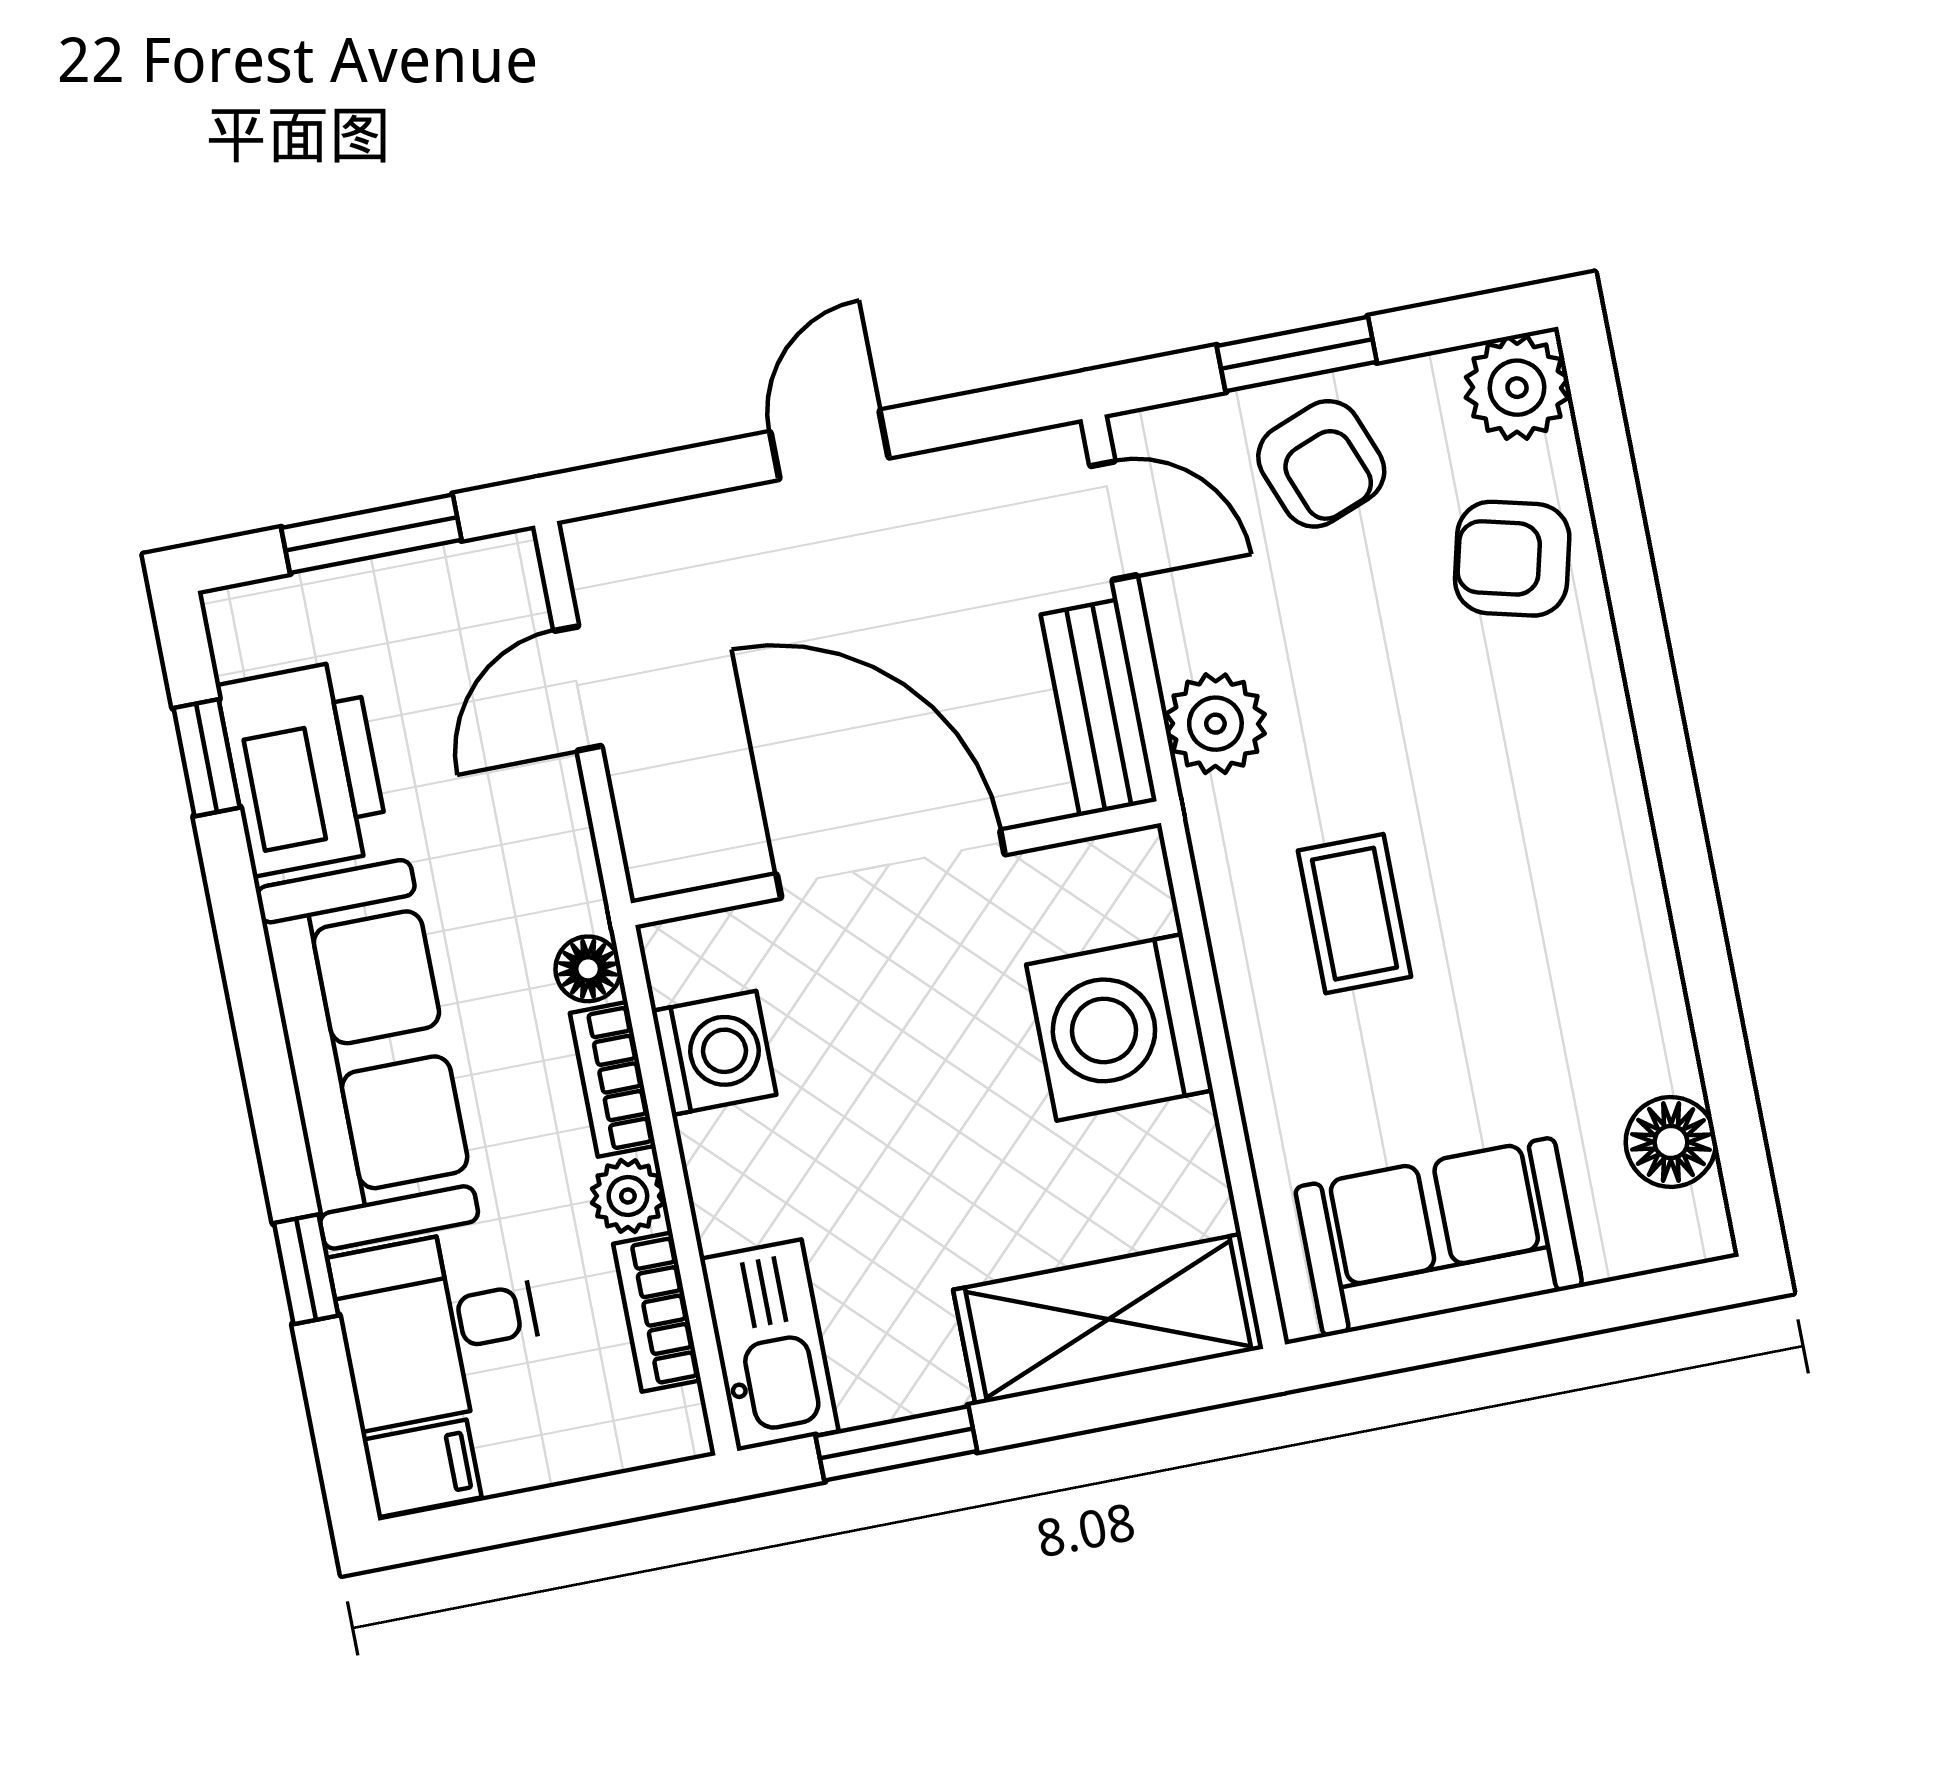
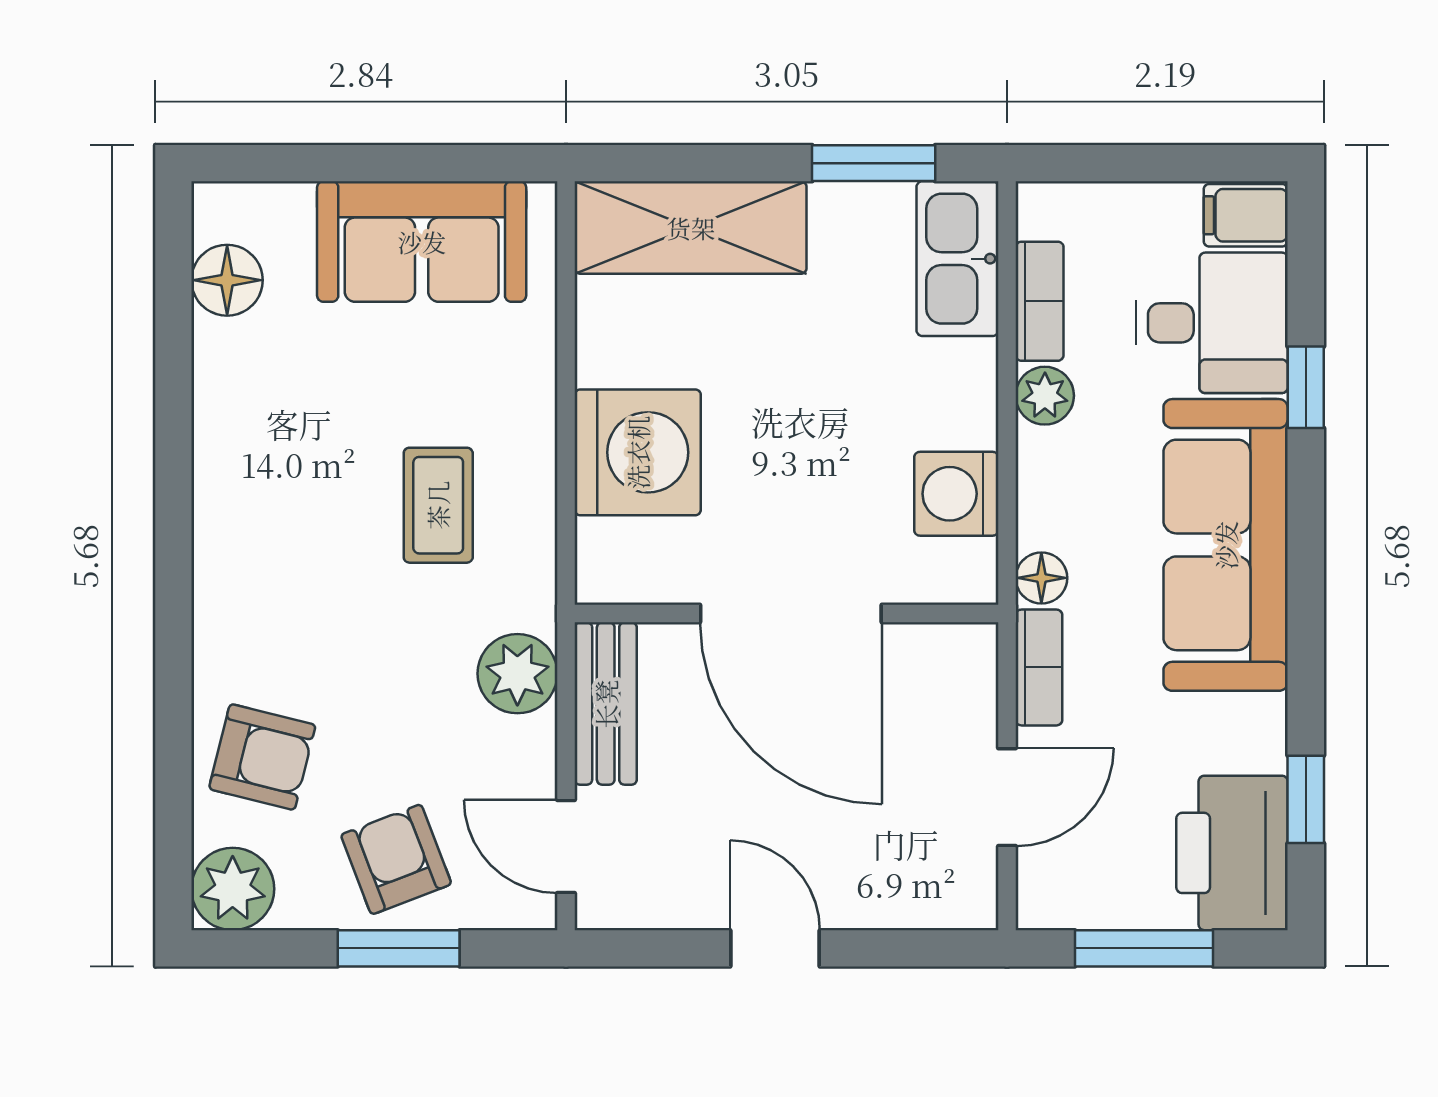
door: (829, 445) -> (775, 948), swing flipped
printer: (303, 768) -> (1232, 853), moved
bookcase: (613, 1079) -> (1039, 667), moved

